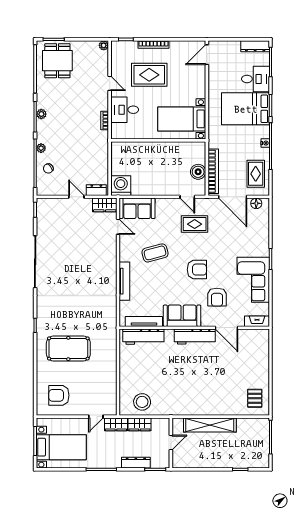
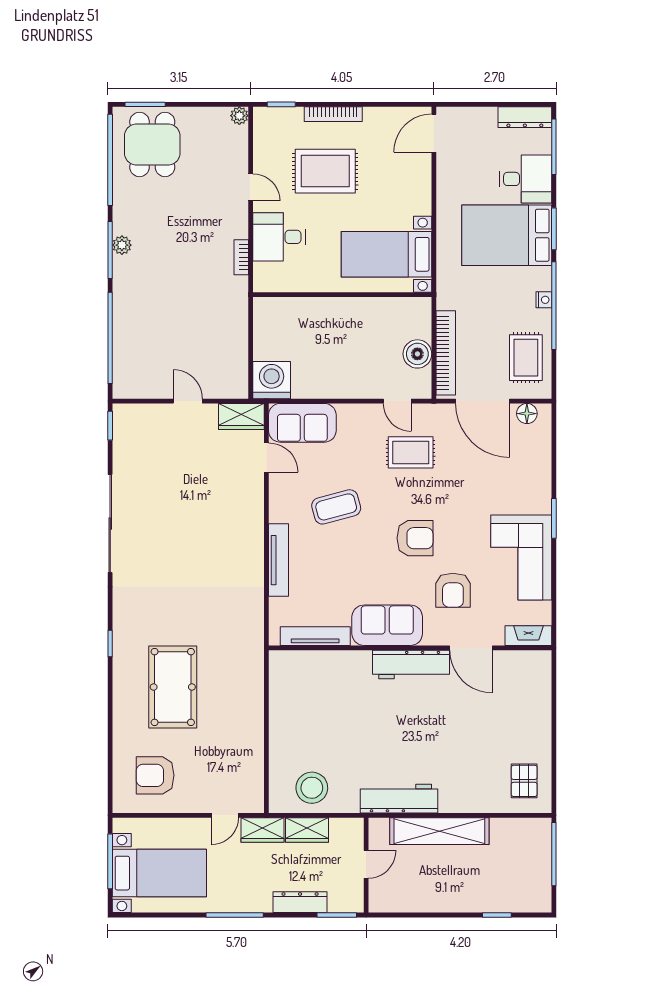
plant: (41, 148) -> (121, 309), removed
chair: (48, 168) -> (135, 348), removed
dresser: (96, 190) -> (225, 388), removed
workbench: (143, 337) -> (399, 799), moved, turned 180
pool table: (68, 348) -> (173, 687), turned 90

